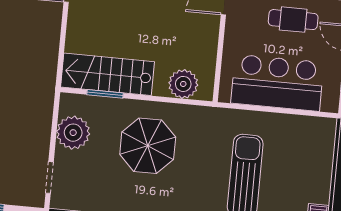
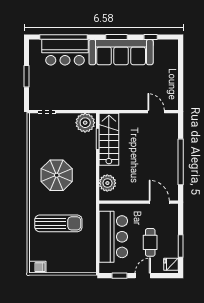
plant: (73, 133) -> (85, 123), moved
parasol: (148, 146) -> (57, 175), moved

